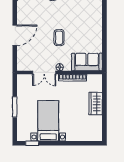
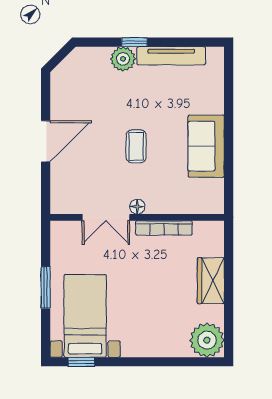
sofa: (87, 62) -> (206, 146), moved, turned -90
bed with nightstands: (48, 121) -> (85, 316), moved
plant: (94, 133) -> (207, 340), added

